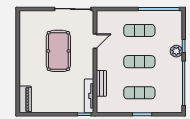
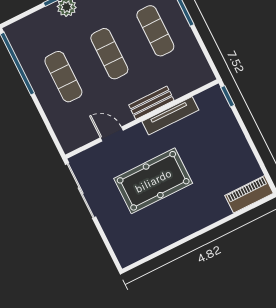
bench: (101, 83) -> (151, 103), moved
tv unit: (89, 96) -> (170, 116), moved

